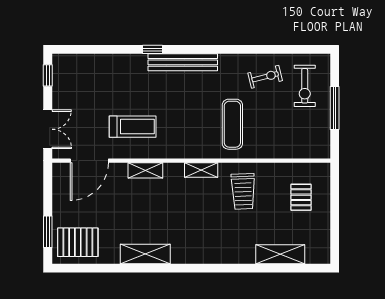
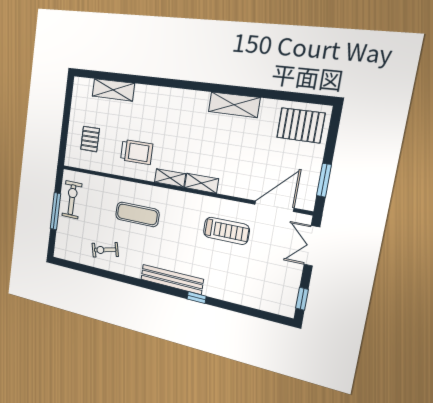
exercise bike: (305, 86) -> (72, 200), moved
exercise mat: (232, 124) -> (137, 214), turned 90
treadmill: (133, 127) -> (226, 231), turned 180
shelving: (145, 170) -> (202, 183), moved
trolley: (243, 191) -> (136, 152), turned 92
window: (48, 232) -> (324, 180), moved

